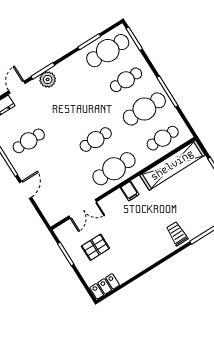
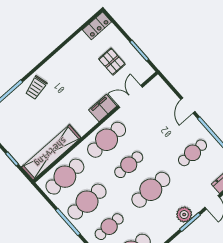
cafe table: (77, 110) -> (151, 190), added
cafe table: (163, 138) -> (65, 177), width x1.37, depth x1.35
filing cabinet: (130, 191) -> (103, 108), moved, width x2.00
trolley: (177, 234) -> (36, 88), turned 75
pallet: (95, 247) -> (112, 62), turned 90

